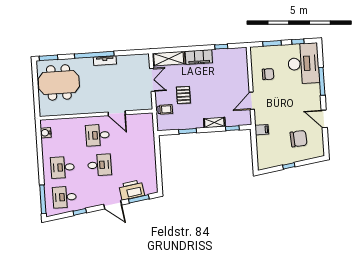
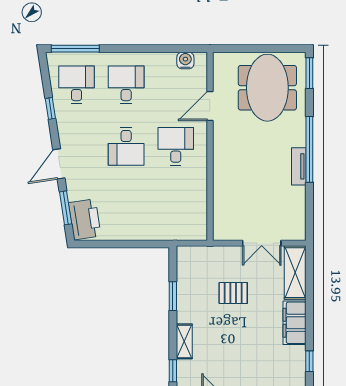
trolley: (165, 109) -> (211, 261), removed
door: (117, 113) -> (210, 106), moved
printer: (132, 190) -> (85, 219), moved

